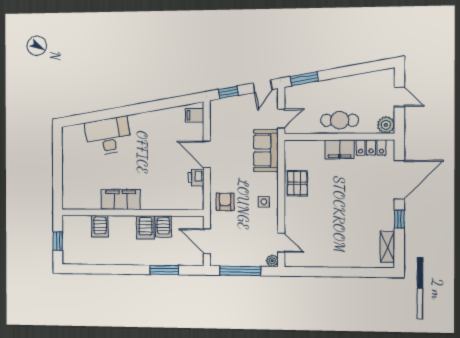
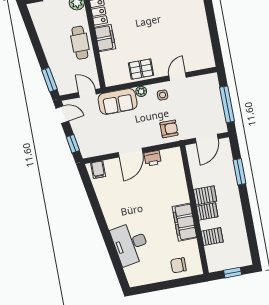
chair: (76, 184) -> (178, 265), added
armchair: (225, 202) -> (169, 129), turned 180
server rack: (163, 227) -> (207, 211), moved
door: (281, 243) -> (178, 77), moved
plant: (272, 261) -> (141, 91), moved

